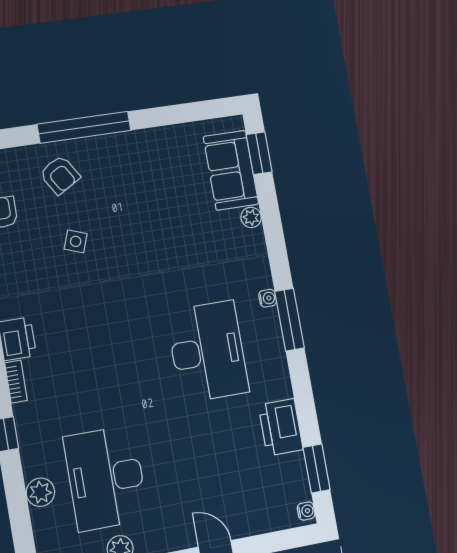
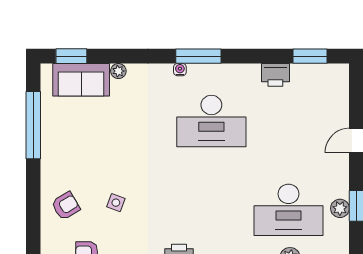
window: (84, 127) -> (33, 125), moved
desk: (208, 352) -> (211, 121), turned 180
printer: (281, 427) -> (275, 75), width x0.73, depth x0.84
water cooler: (306, 511) -> (339, 70), removed

